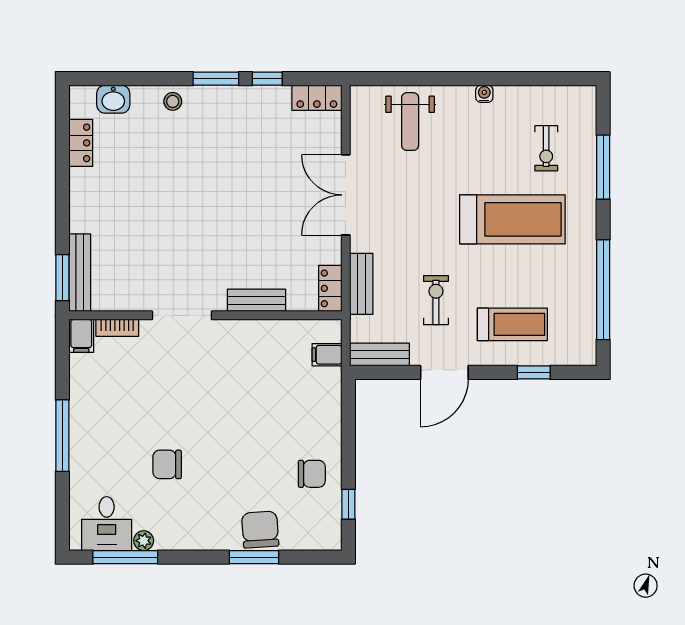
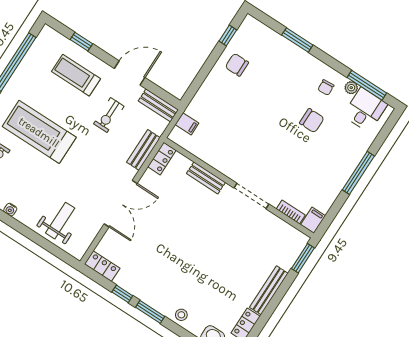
bench: (80, 273) -> (269, 290), moved
chair: (260, 530) -> (326, 87), moved, width x0.54, depth x0.54

